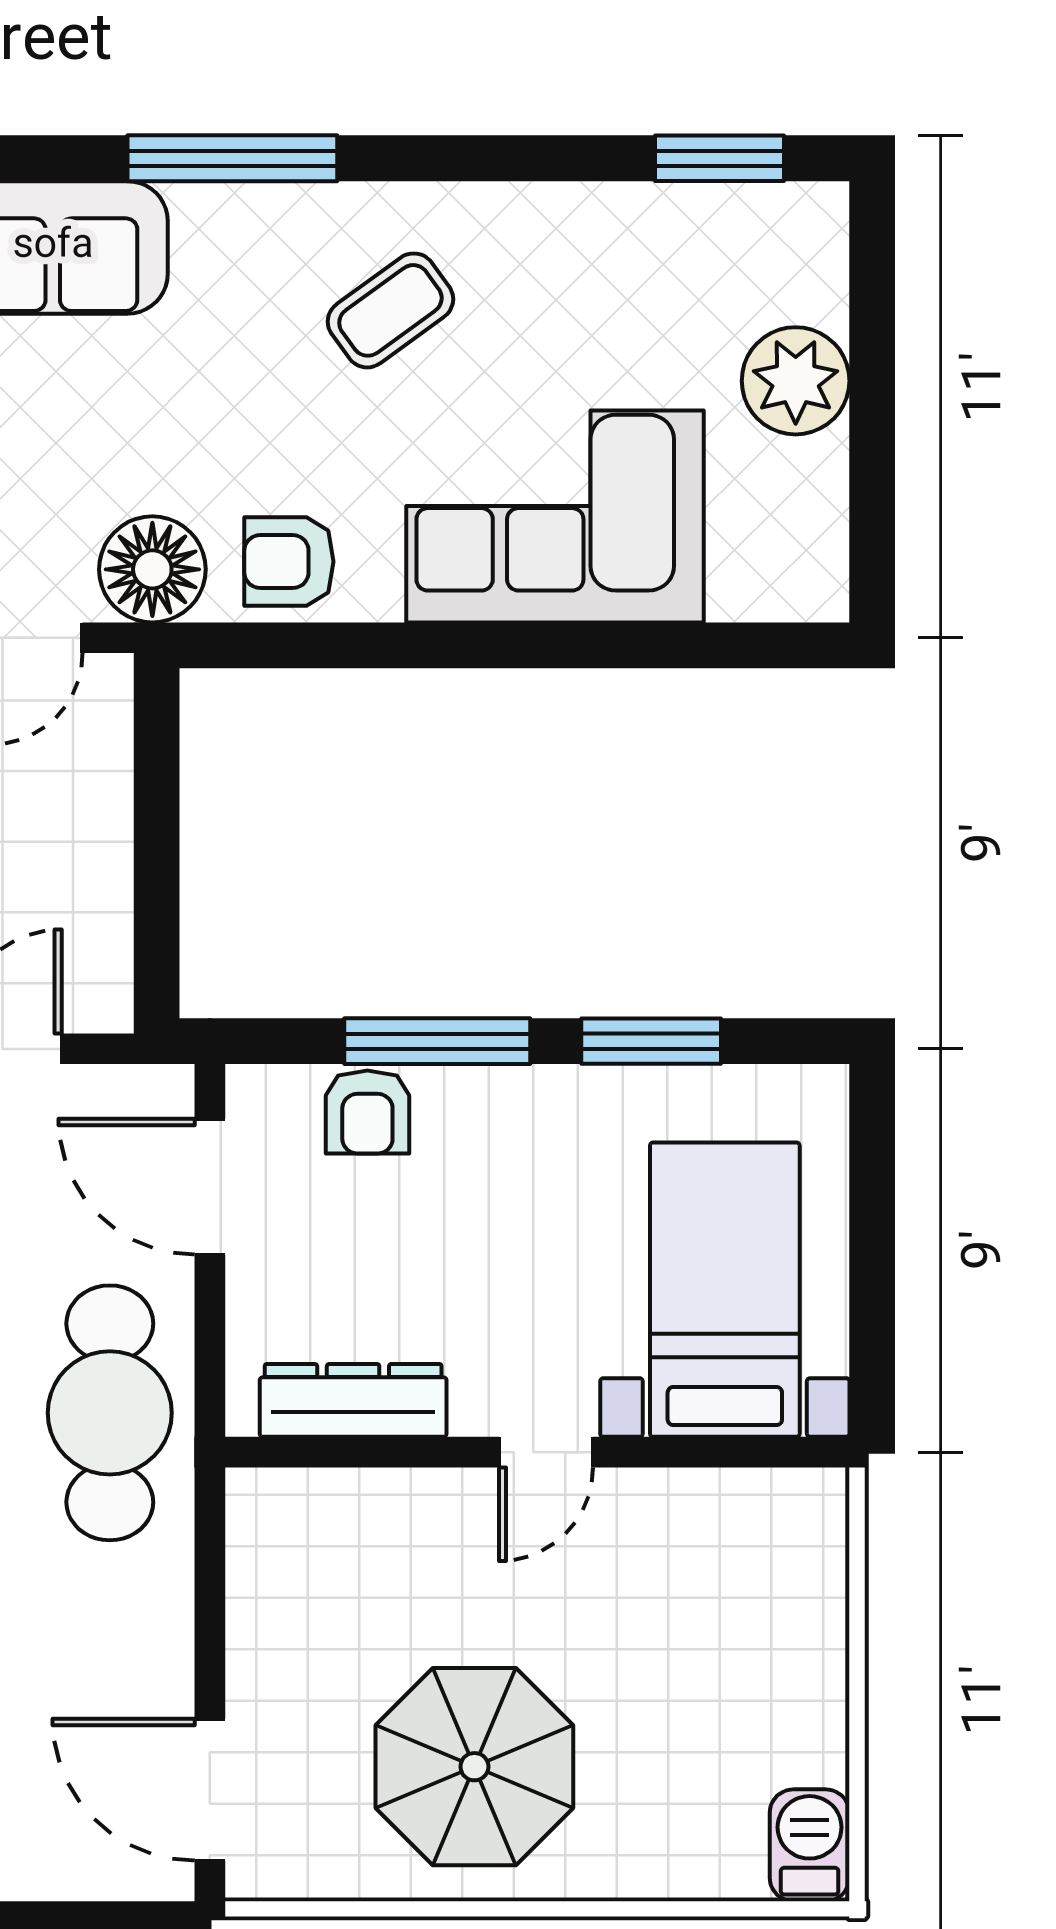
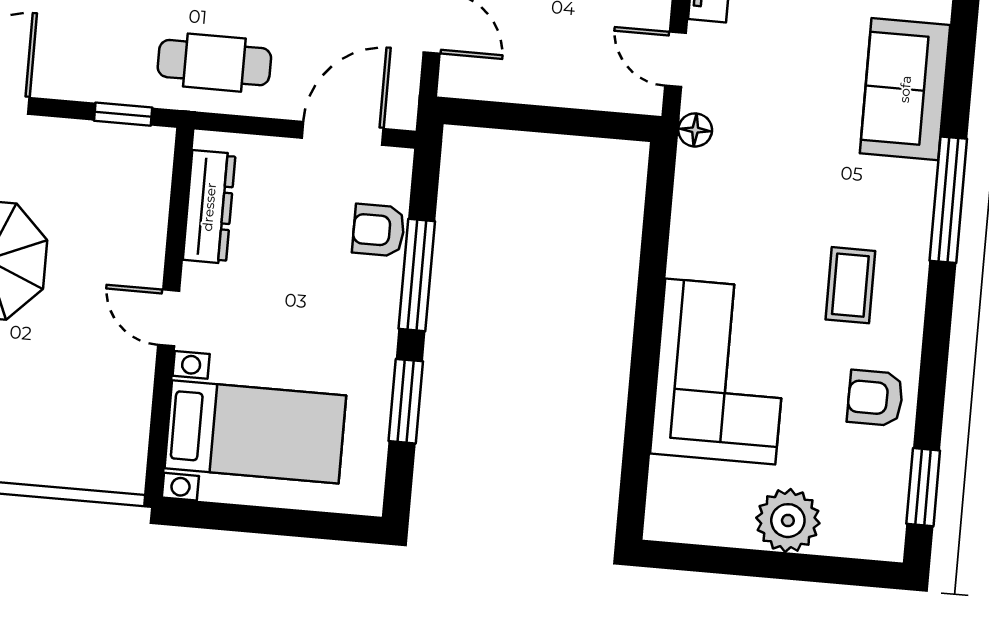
coffee table: (390, 310) -> (850, 285), turned 36
armchair: (289, 562) -> (875, 398), moved, turned -90
floor lamp: (152, 569) -> (695, 130), width x0.53, depth x0.53
cafe table: (110, 1413) -> (214, 63), width x0.73, depth x0.74
window: (210, 1559) -> (123, 114), added

